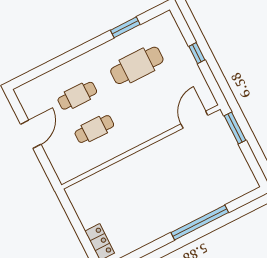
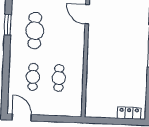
door: (31, 134) -> (22, 117), moved

